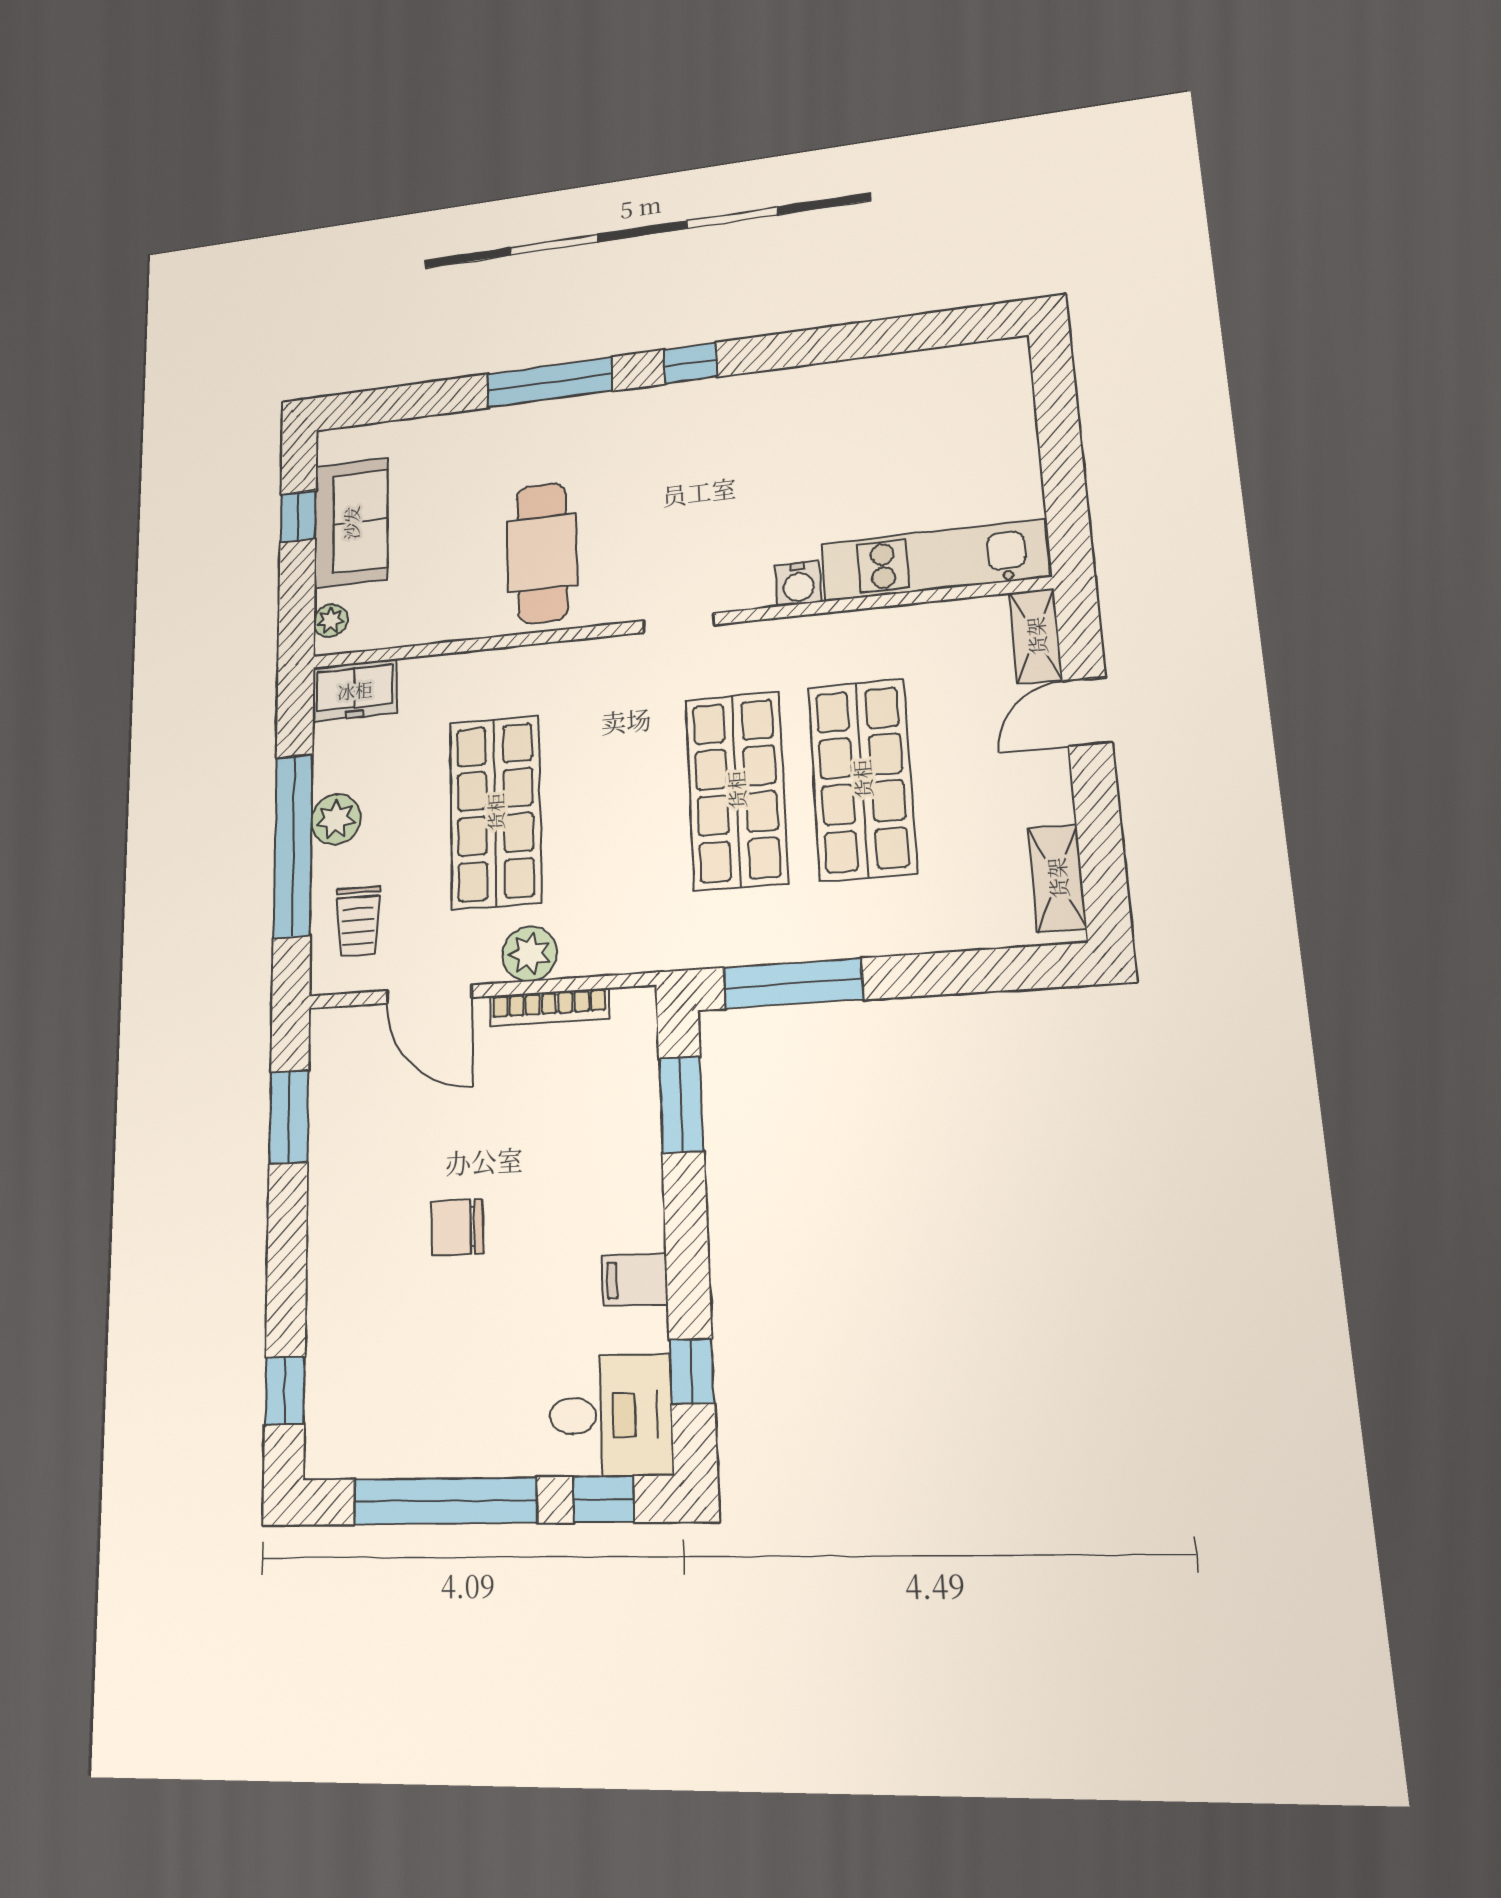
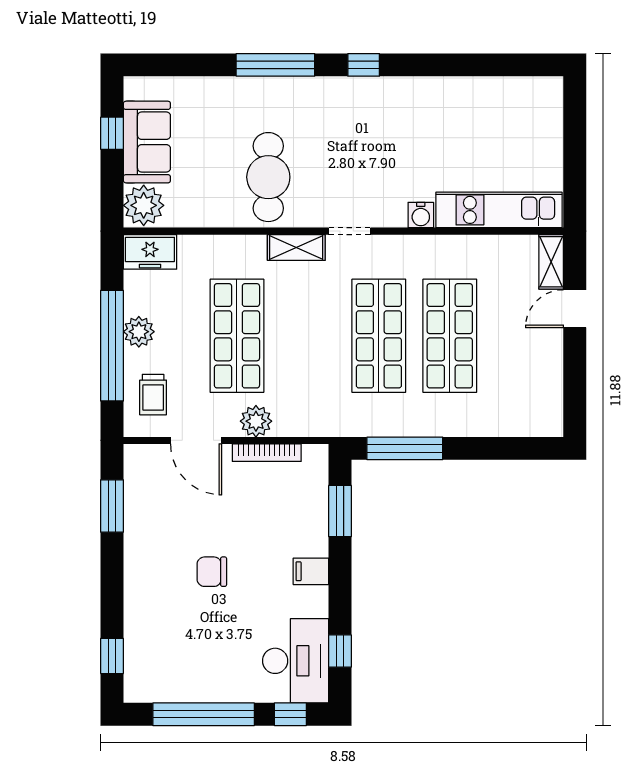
plant: (331, 621) -> (144, 205), width x1.88, depth x1.88
shelving: (1057, 878) -> (296, 248), moved, turned 90
filing cabinet: (635, 1280) -> (311, 571), moved
desk: (611, 1415) -> (296, 661), width x1.37

